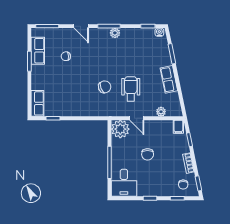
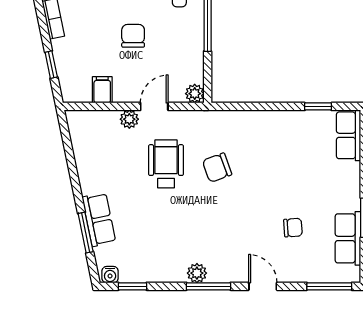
row of seats: (169, 79) -> (99, 220), moved
wheelchair: (131, 89) -> (166, 164), turned 180
plant: (161, 112) -> (129, 119), moved
door: (137, 118) -> (154, 106), hinge flipped
filing cabinet: (178, 127) -> (102, 90), moved
plant: (120, 129) -> (195, 94), width x0.53, depth x0.53

